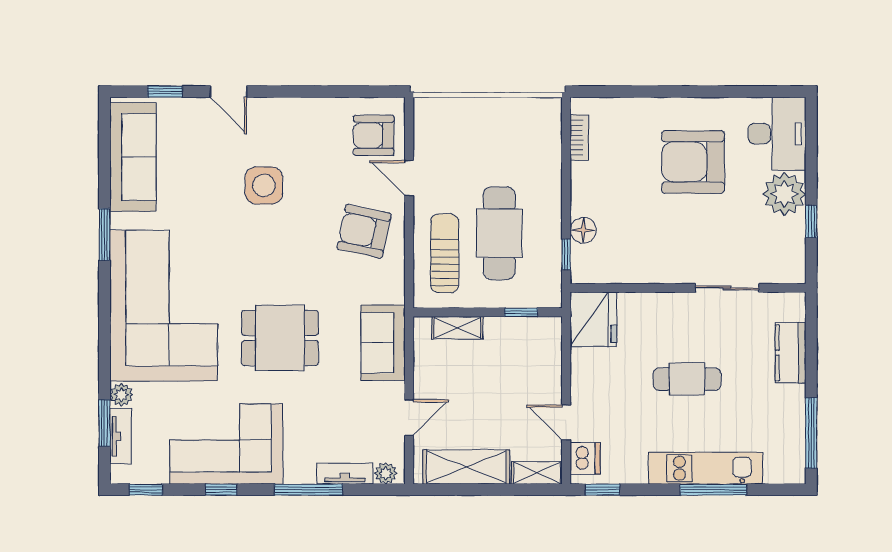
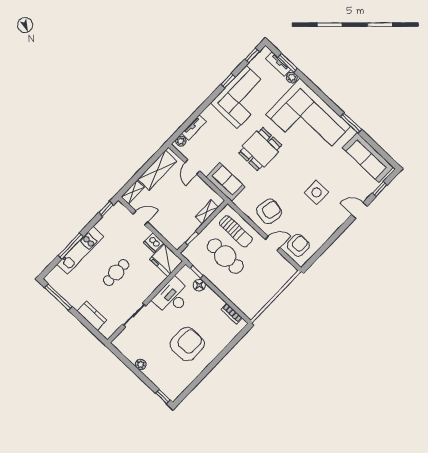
desk: (777, 134) -> (172, 297), moved, turned 90
plant: (784, 194) -> (141, 365), width x0.53, depth x0.53
window: (811, 222) -> (163, 396), moved
dishwasher: (585, 458) -> (153, 243), moved
window: (308, 490) -> (200, 110), removed

